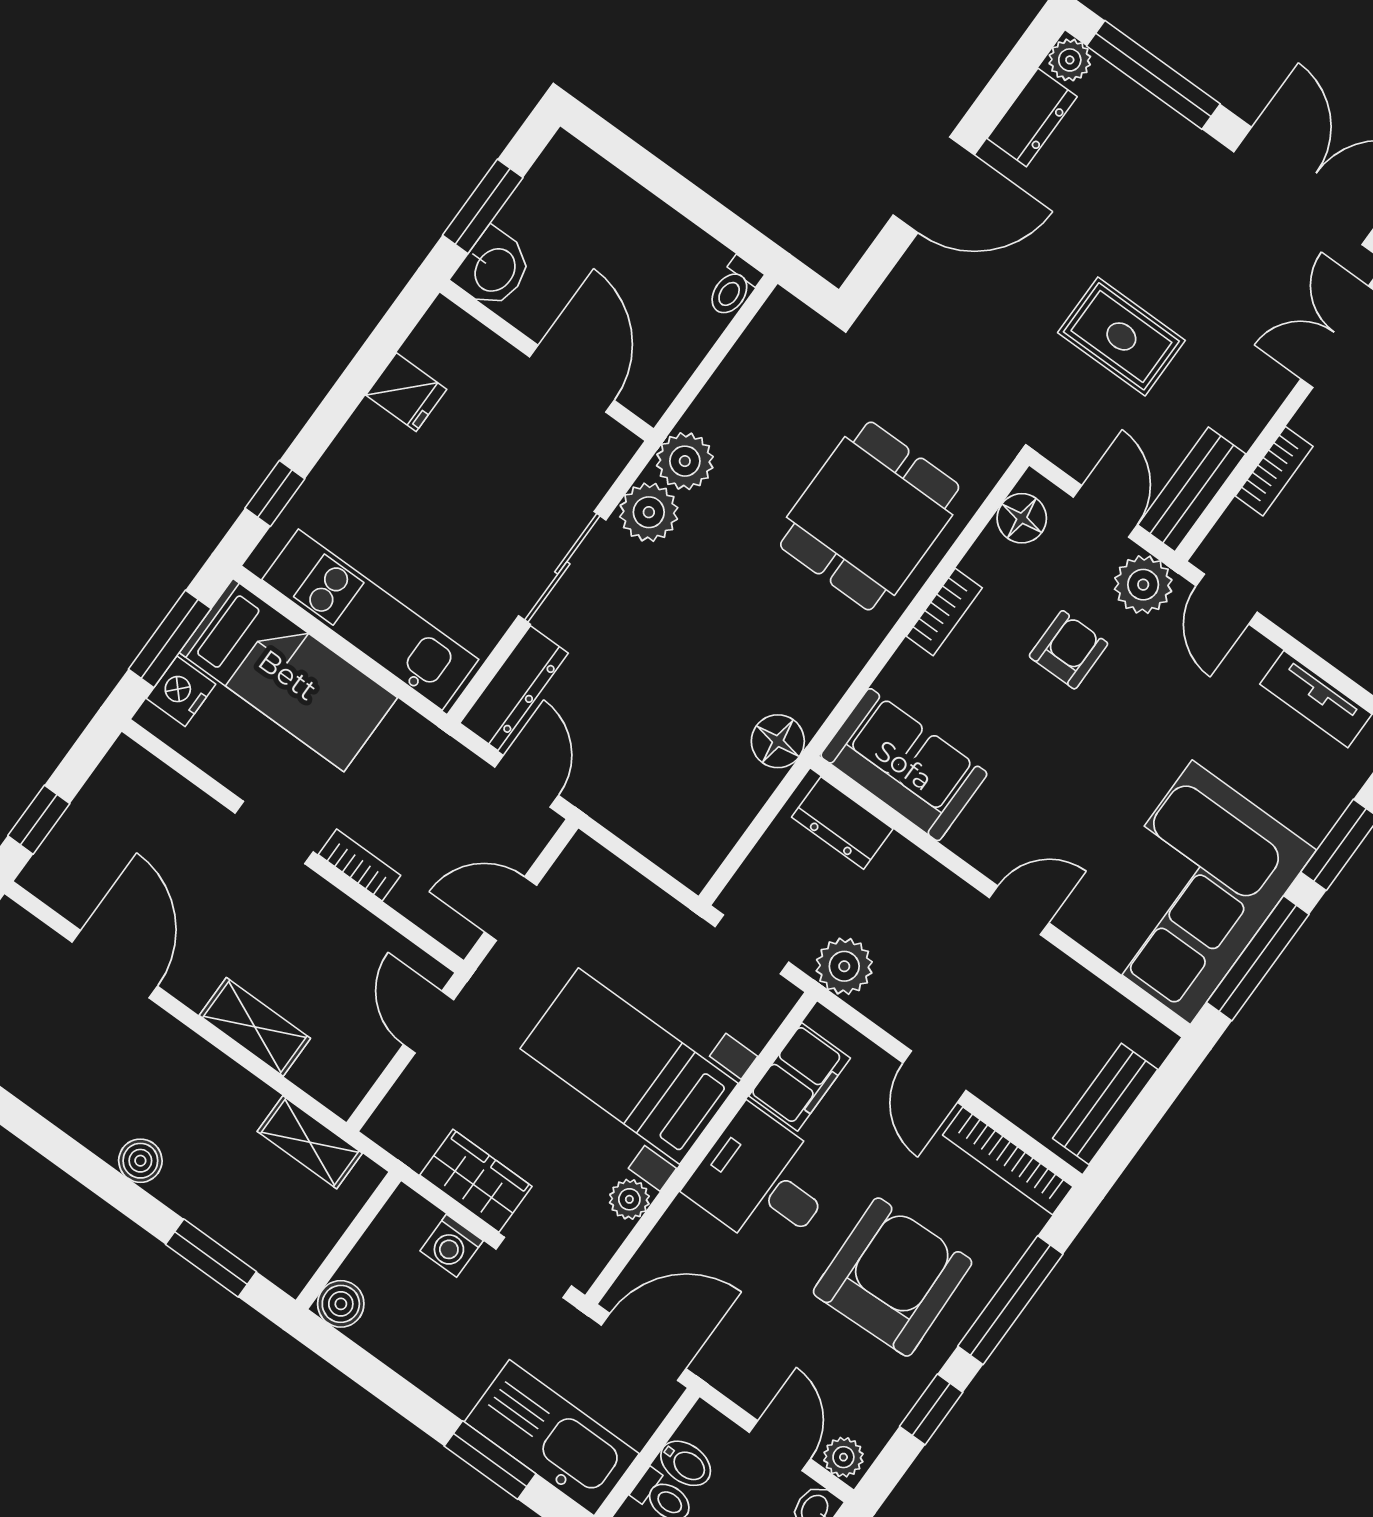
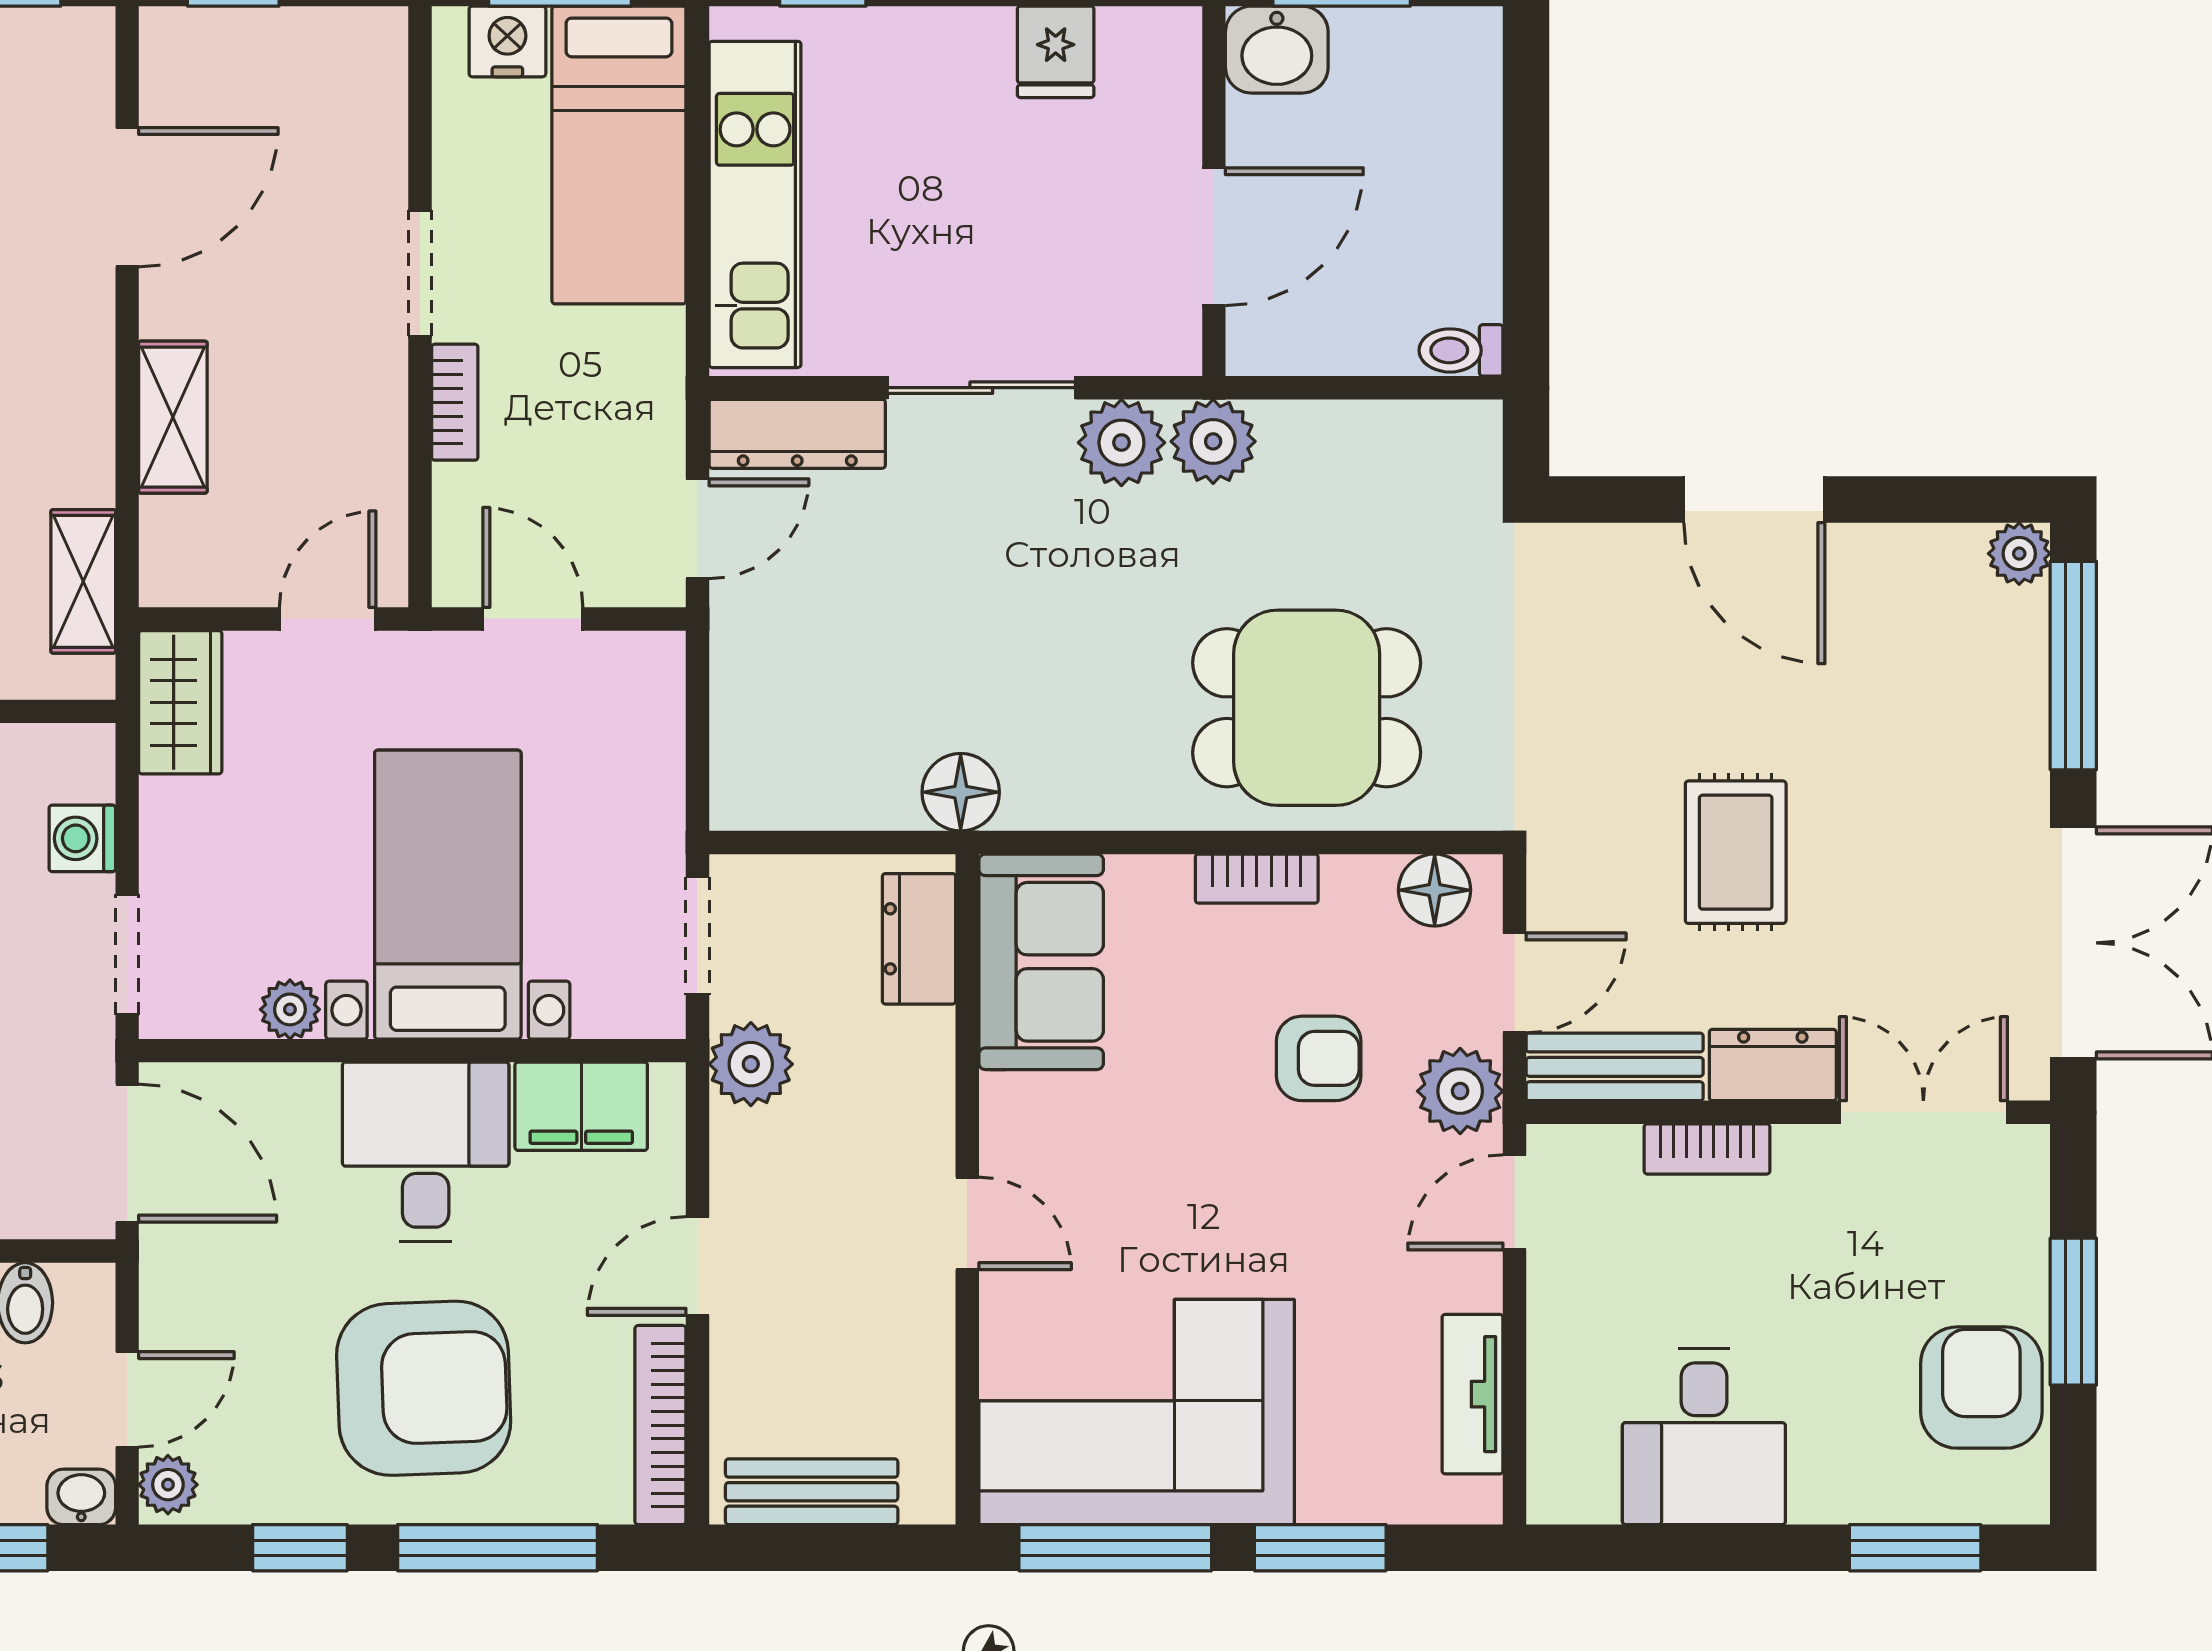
dresser: (1032, 117) -> (1773, 1065), moved, turned 180
wardrobe: (476, 1181) -> (180, 702), moved

